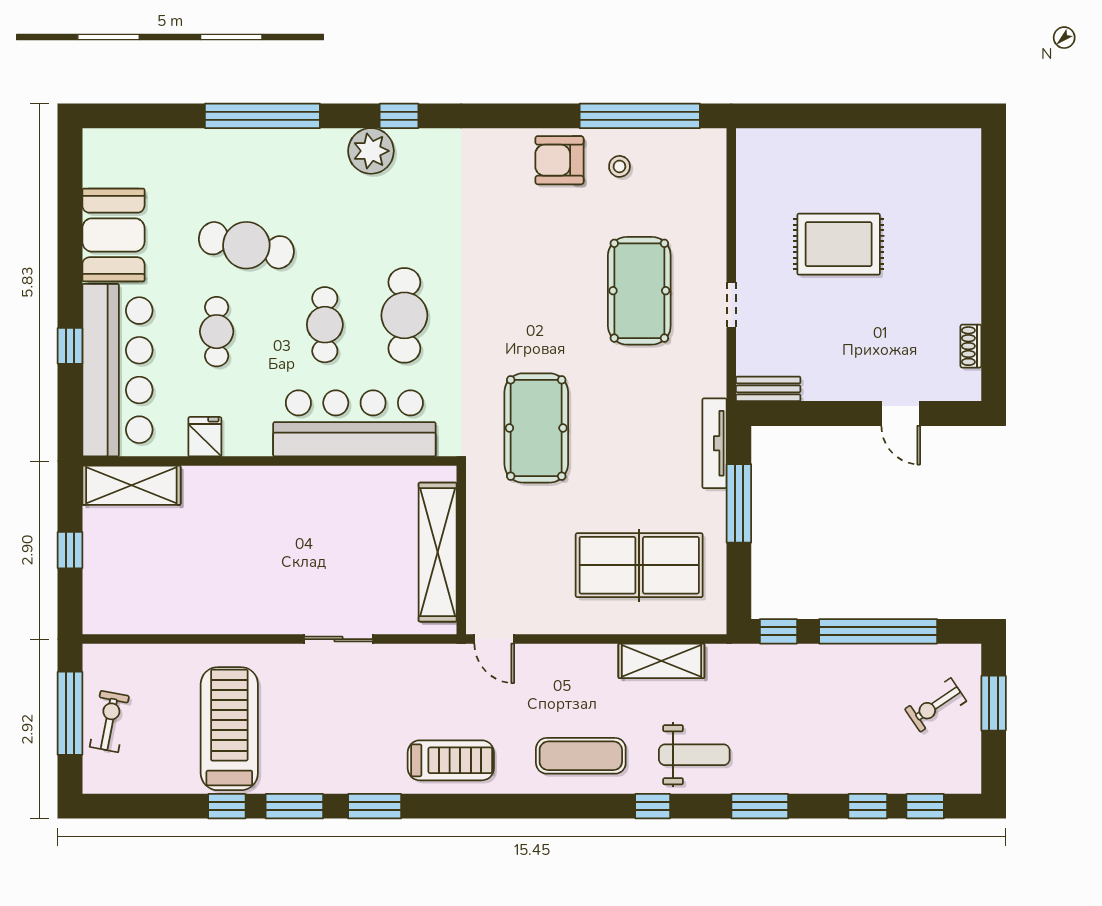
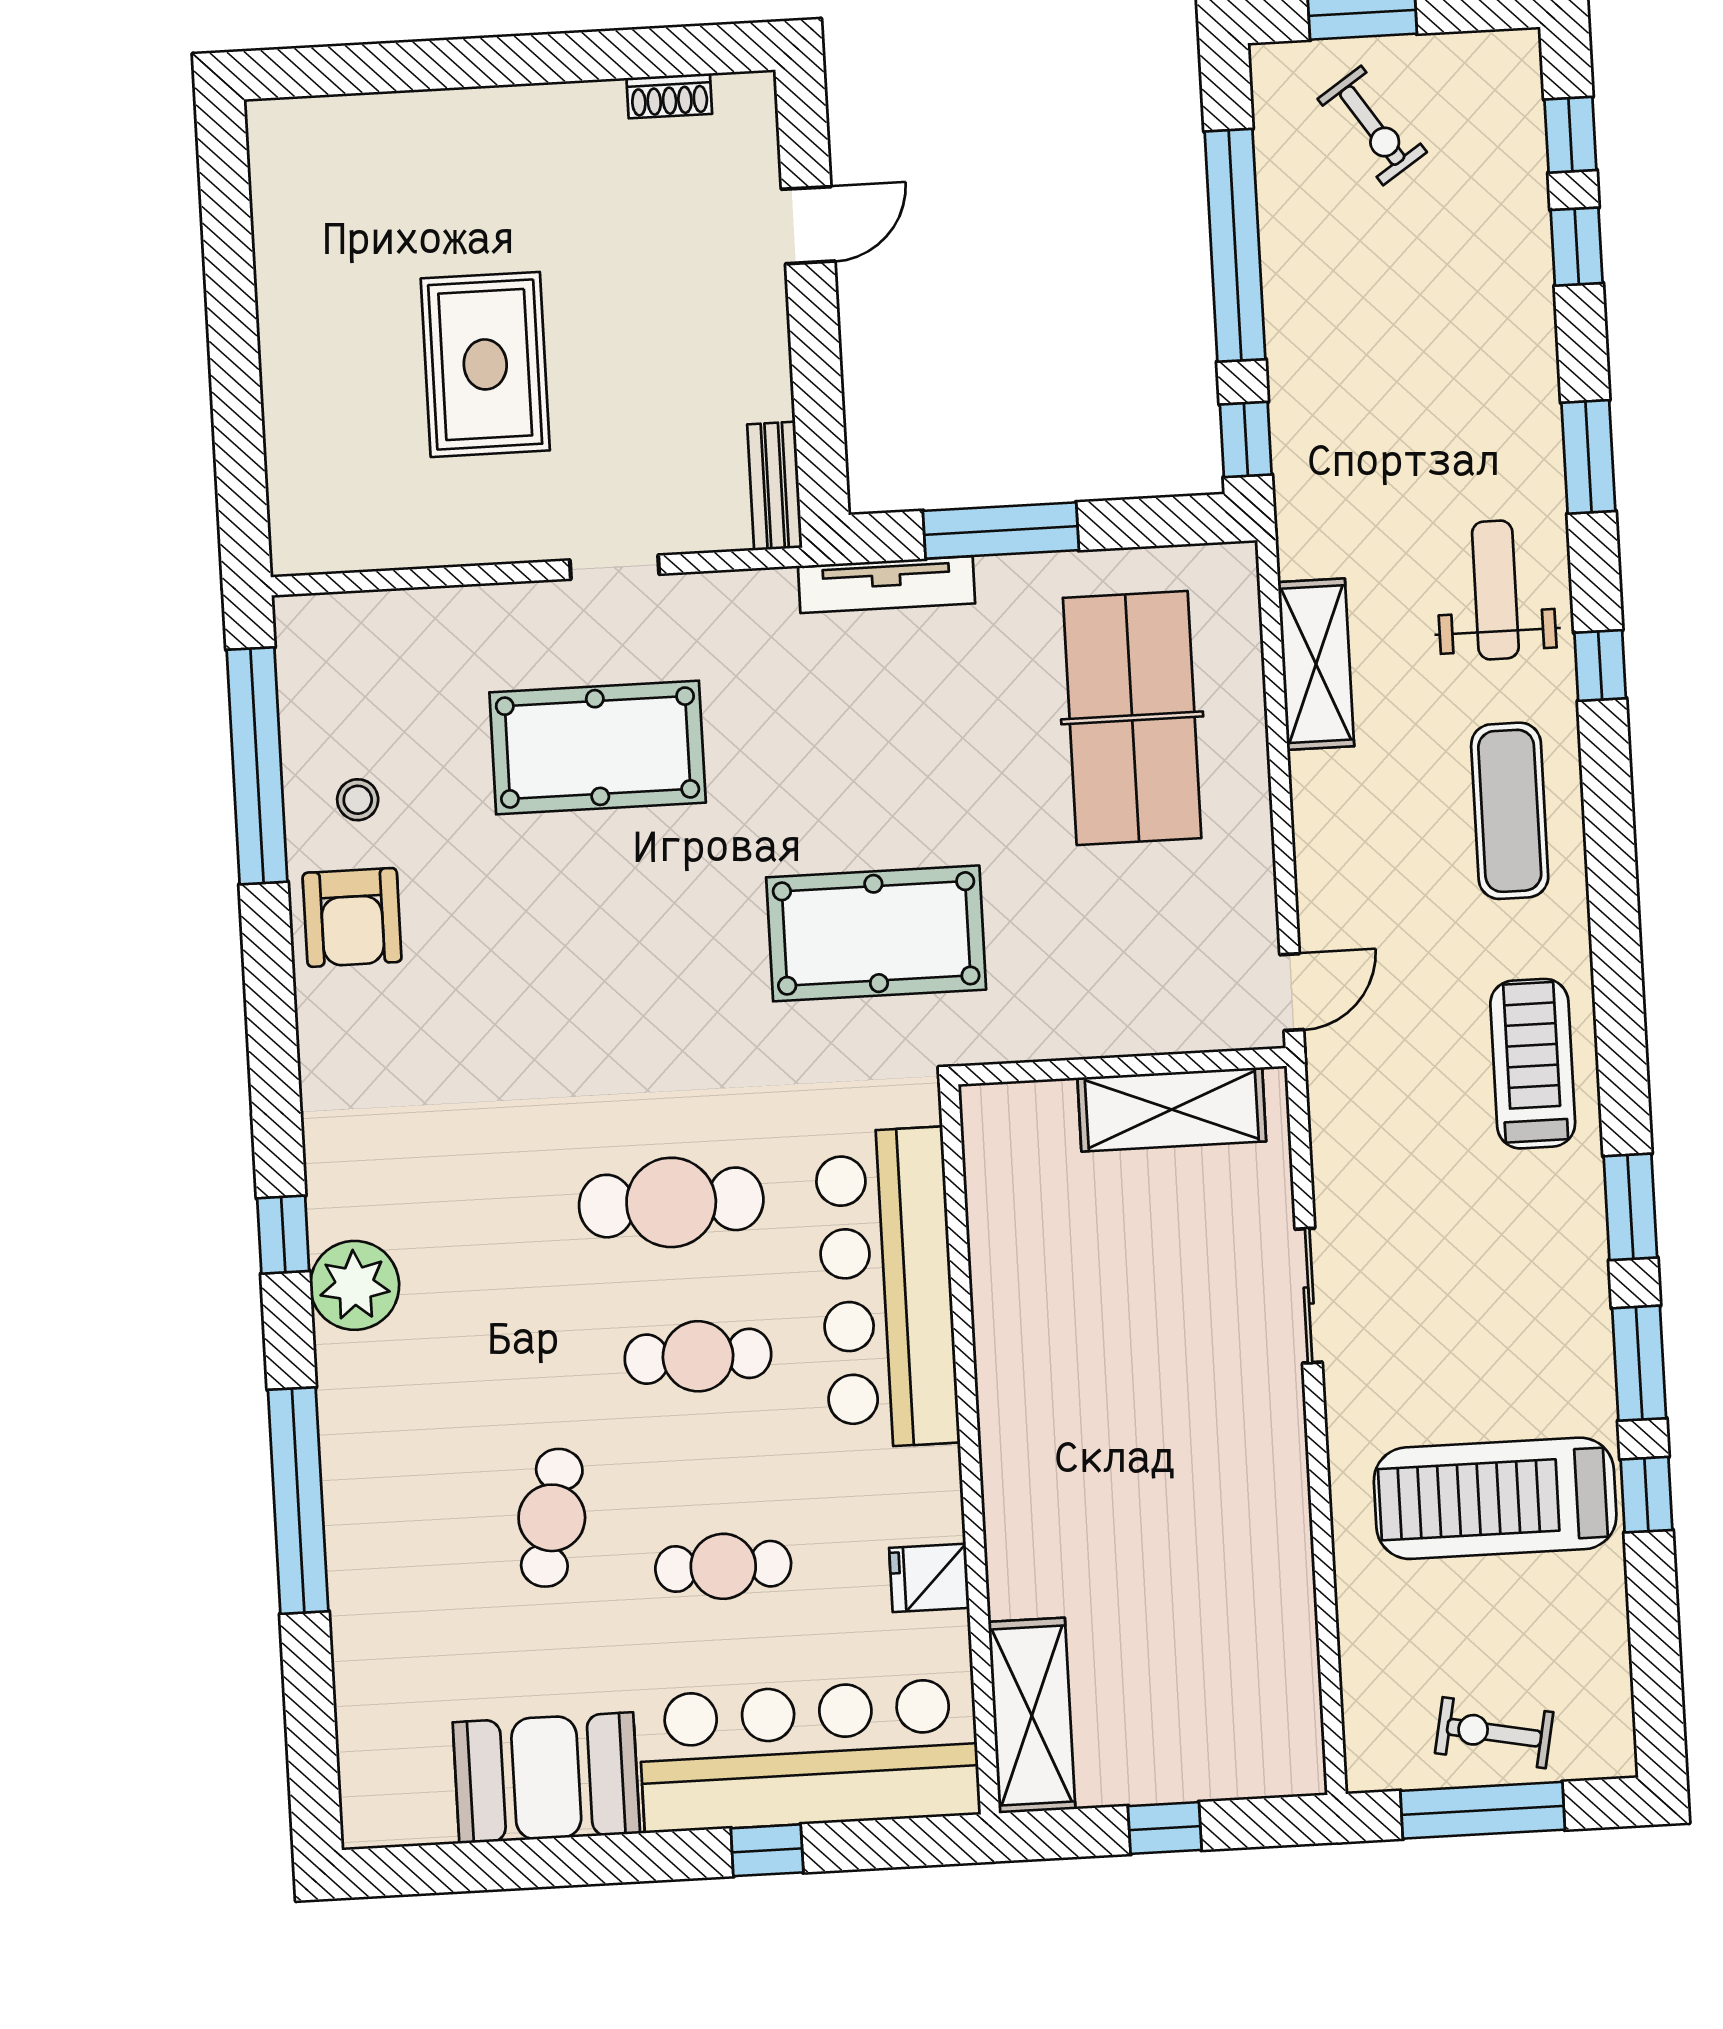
cafe table: (246, 245) -> (552, 1518), width x0.73, depth x0.74
shelving: (438, 552) -> (1172, 1109), width x0.68

